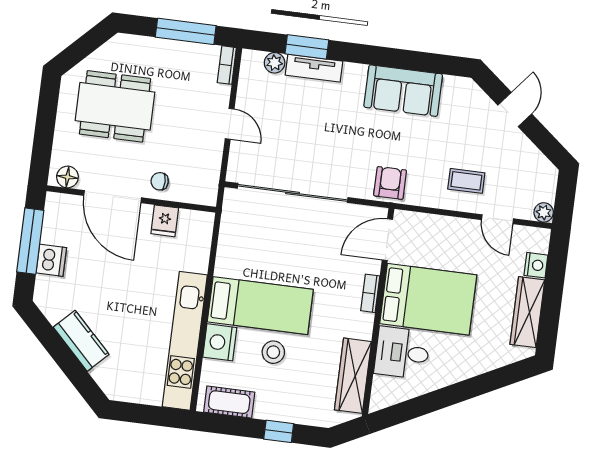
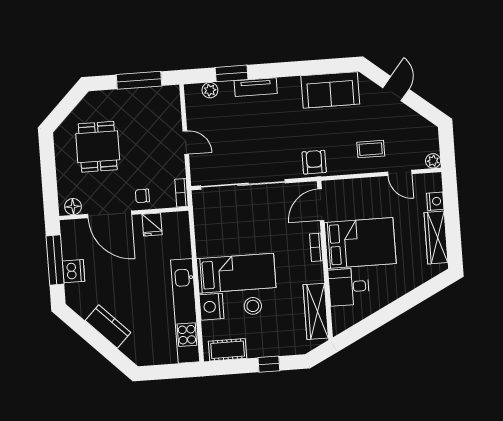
bookcase: (227, 65) -> (182, 193), moved
tv unit: (314, 68) -> (256, 87), moved
sofa: (403, 91) -> (330, 90), moved
dining table: (115, 106) -> (98, 147), width x0.73

